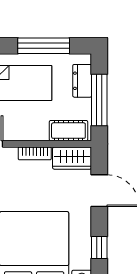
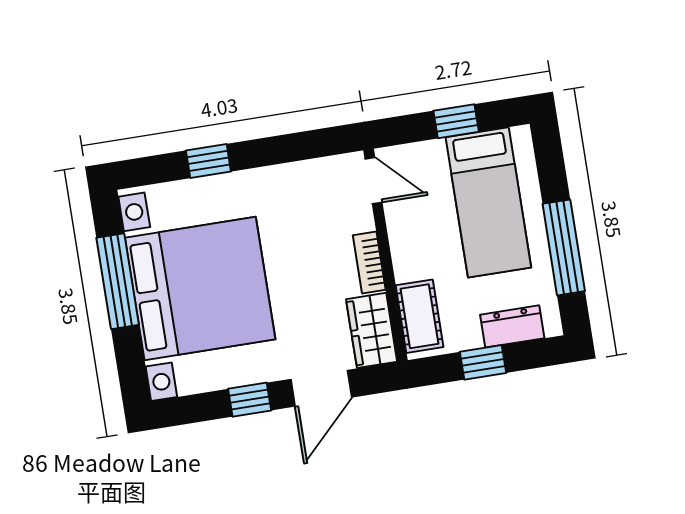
window: (99, 100) -> (483, 362), width x0.46
window: (99, 248) -> (250, 400), moved

